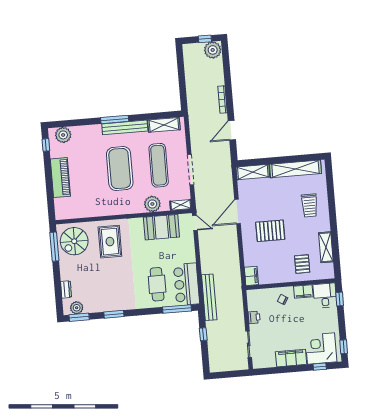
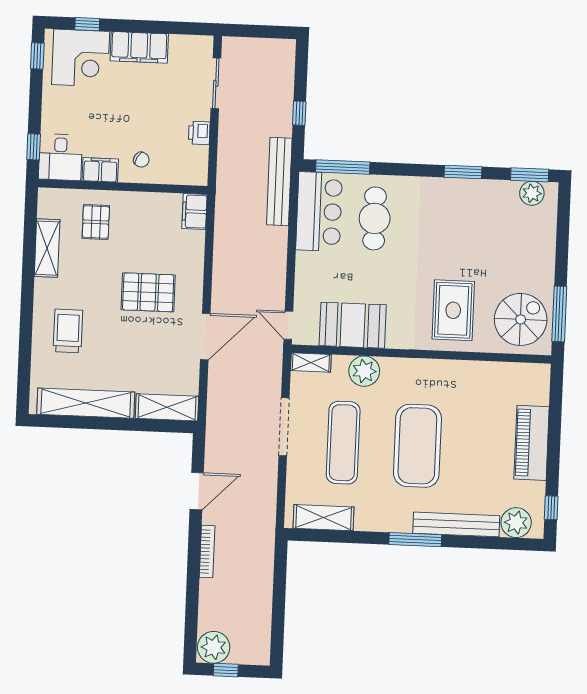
bench: (125, 127) -> (456, 524), moved
dresser: (66, 289) -> (547, 230), removed

